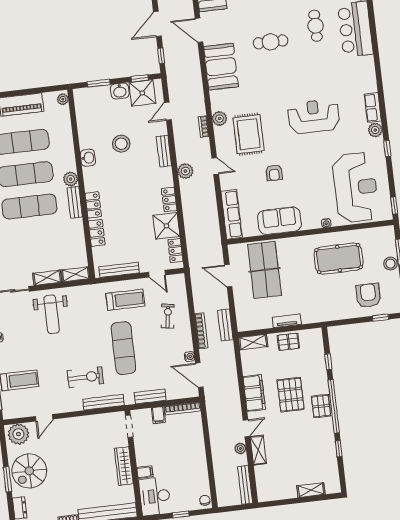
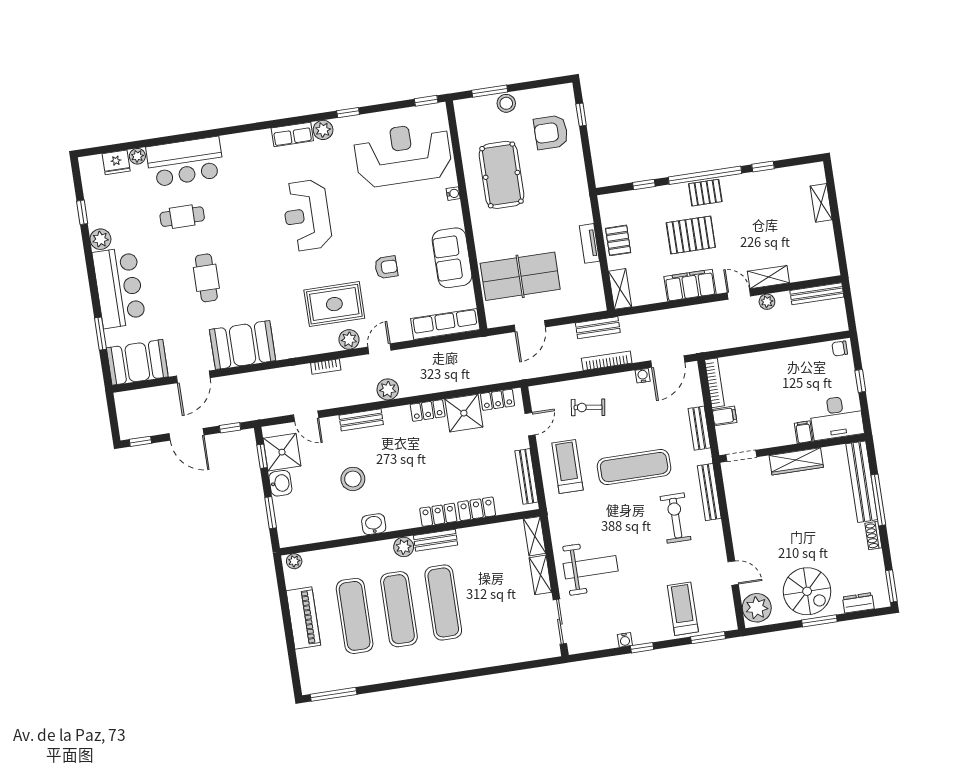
plant: (219, 119) -> (349, 339), moved

